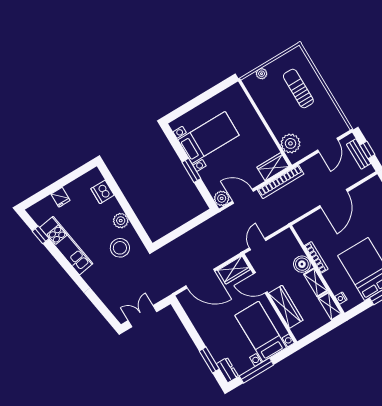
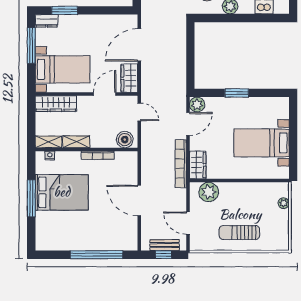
sun lounger: (298, 89) -> (239, 233), moved, turned 180
bed with nightstands: (208, 138) -> (261, 143), moved, turned 90
boiler: (302, 264) -> (125, 140), moved
wardrobe: (286, 307) -> (56, 104), moved

